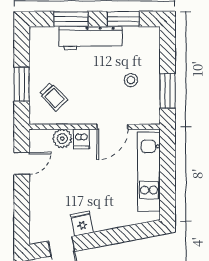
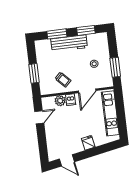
trolley: (53, 97) -> (63, 80), moved
fridge: (82, 223) -> (88, 143), moved

